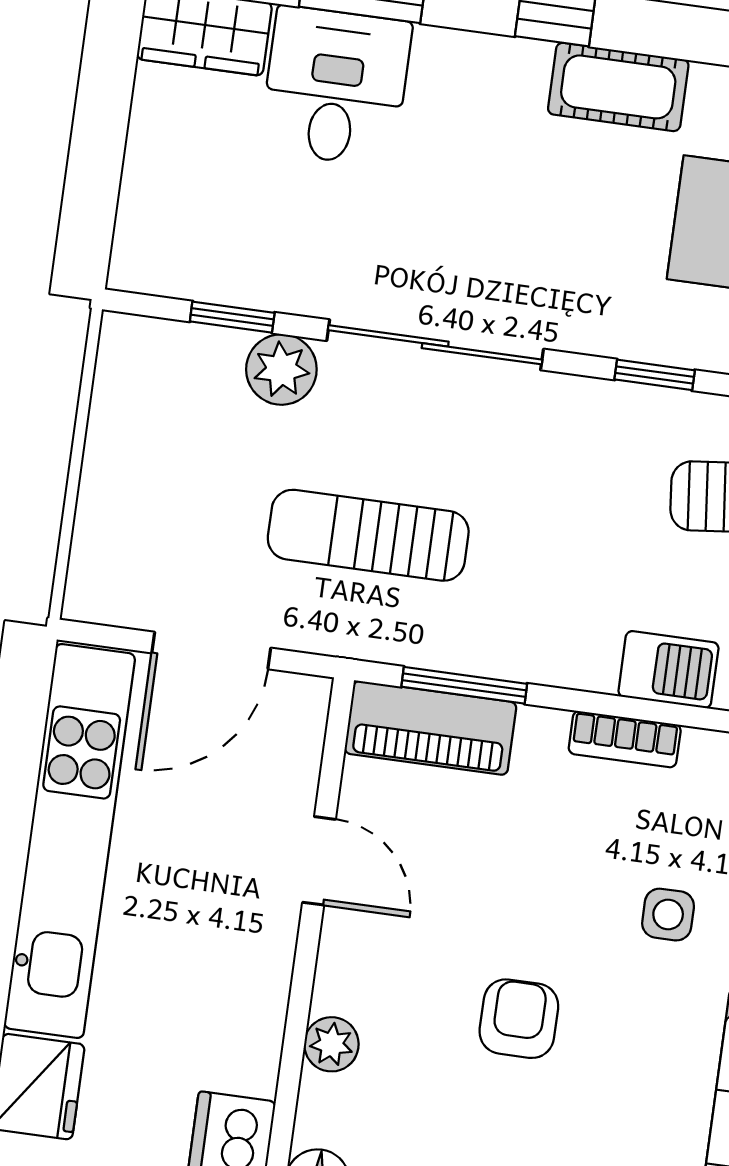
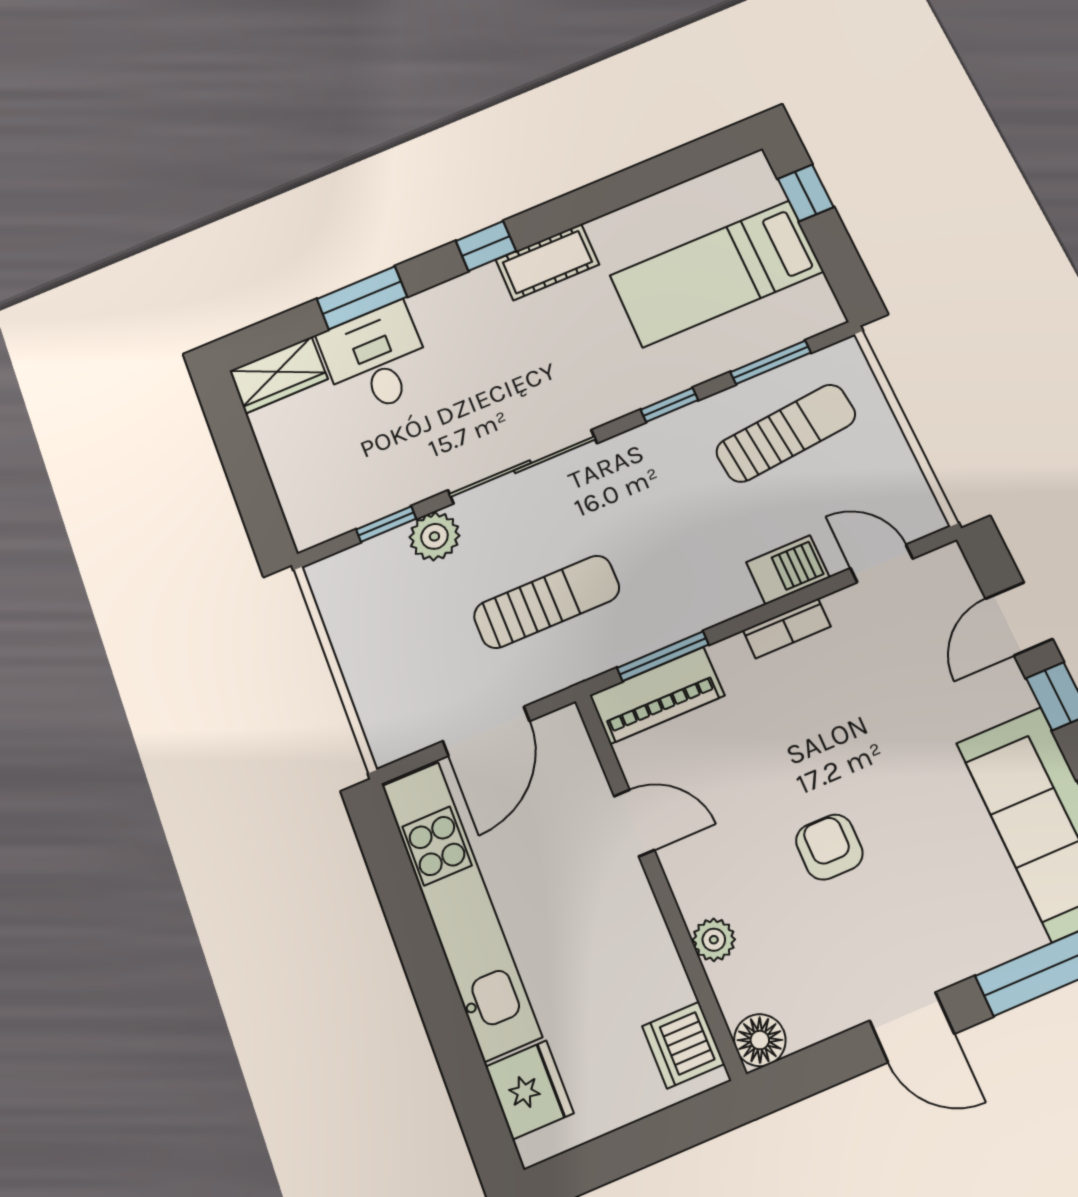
sun lounger: (368, 535) -> (547, 602), turned 180
side table: (668, 915) -> (885, 721), removed

